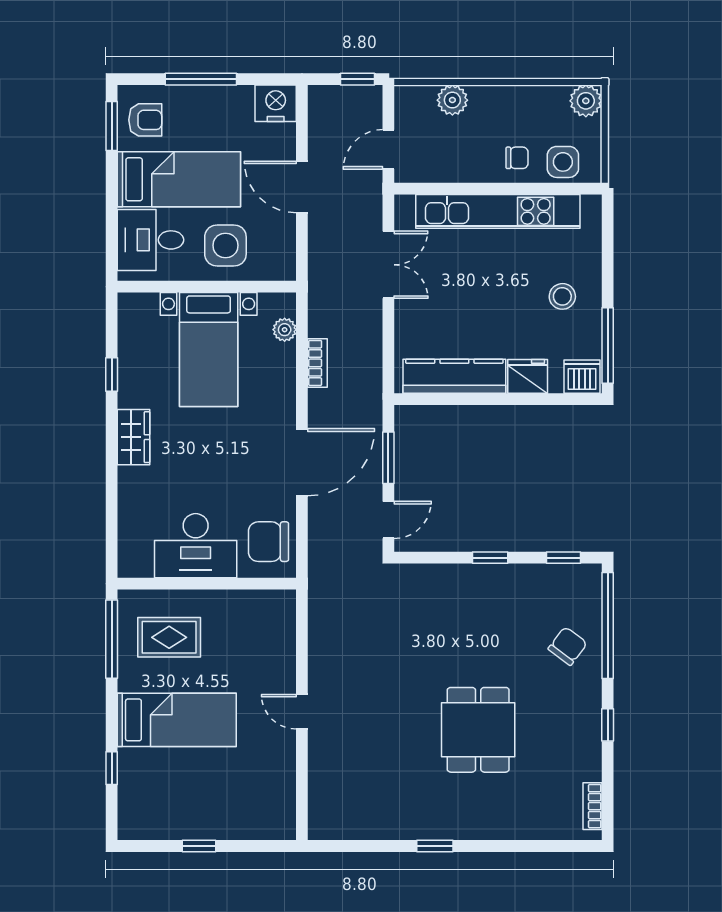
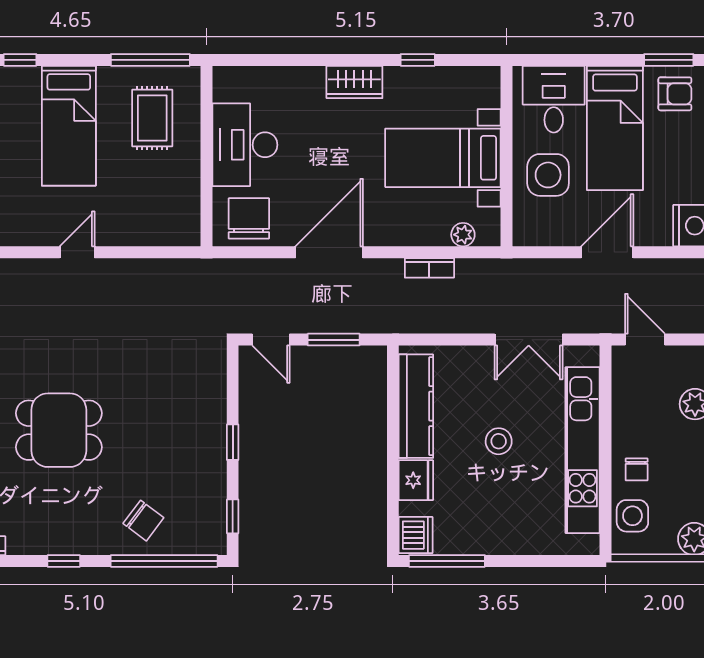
armchair: (145, 120) -> (675, 94), turned -90
stool: (562, 296) -> (499, 441), moved
door: (302, 462) -> (329, 252), swing flipped

